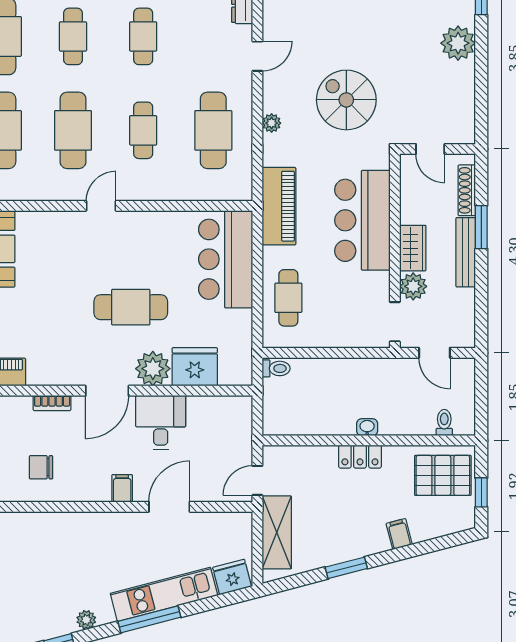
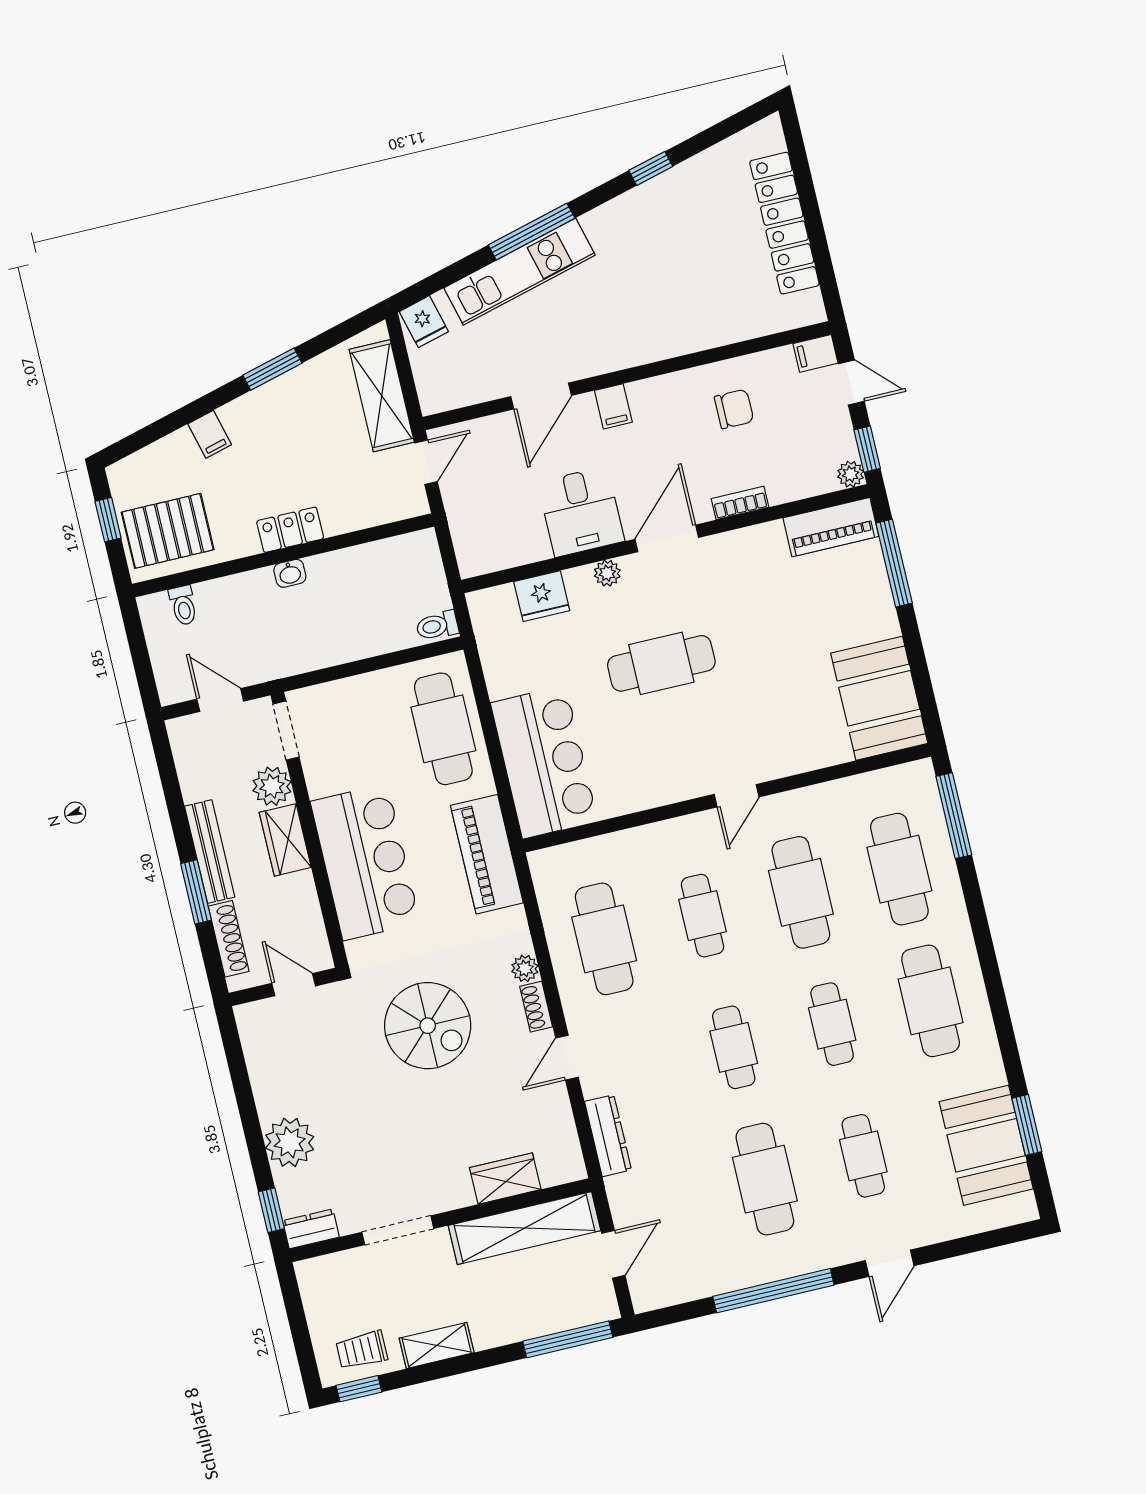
shoe rack: (270, 95) -> (536, 1007), added
cafe table: (288, 298) -> (443, 729), width x1.37, depth x1.35
fridge: (195, 367) -> (542, 596), width x0.73, depth x0.75
plant: (153, 369) -> (607, 573), width x0.53, depth x0.53
fridge: (232, 577) -> (424, 322), width x0.72
plant: (86, 620) -> (620, 210), removed

